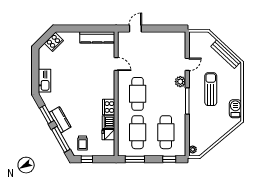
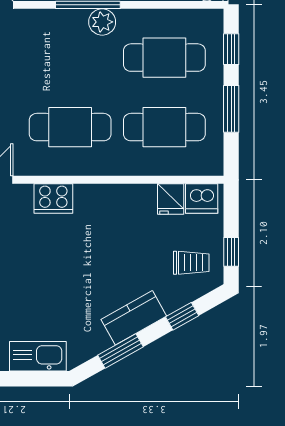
plant: (180, 82) -> (102, 22), moved
cooker: (109, 107) -> (53, 198), moved
dishwasher: (109, 122) -> (202, 199), moved
window: (61, 139) -> (182, 316), width x0.46
window: (135, 159) -> (231, 109), moved

